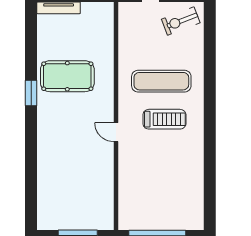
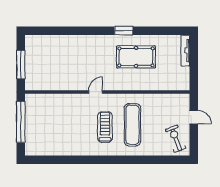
pool table: (67, 76) -> (136, 57), turned 90
treadmill: (164, 119) -> (105, 127), turned 180

